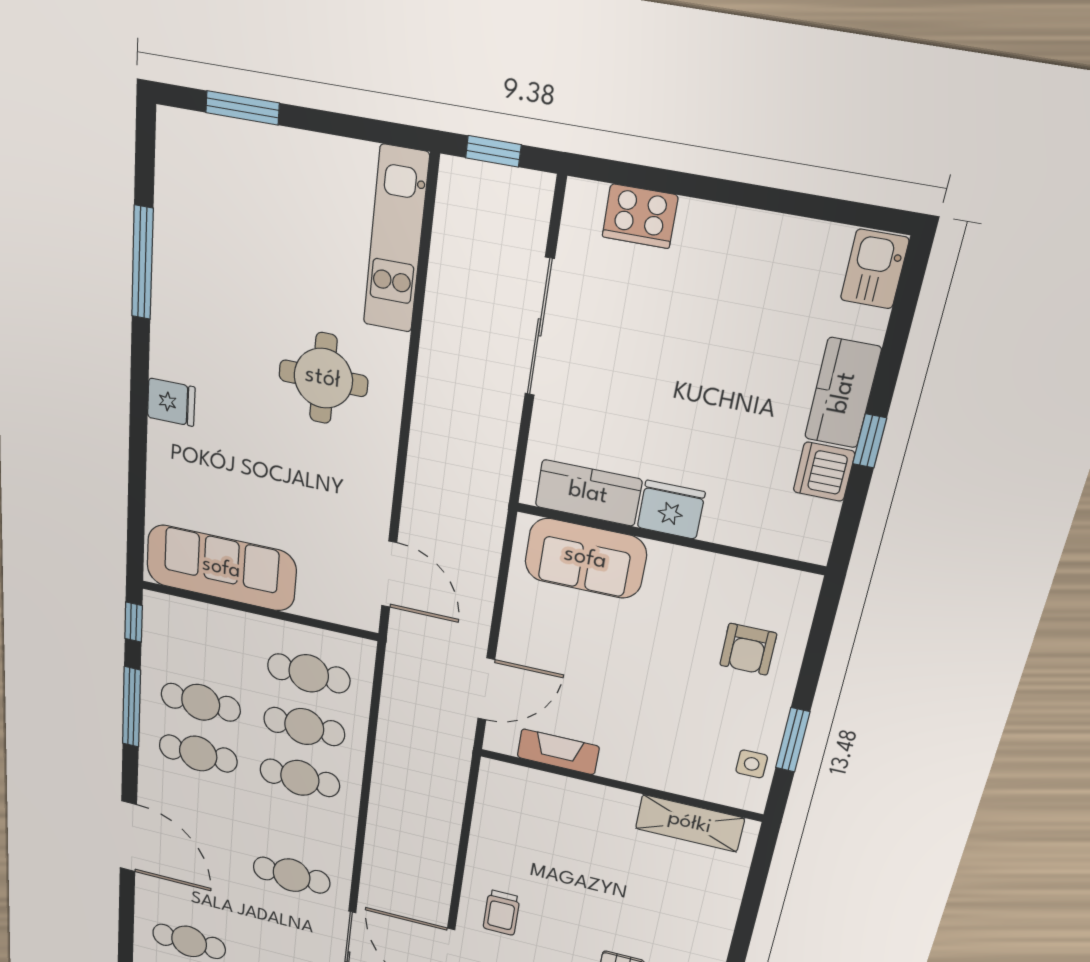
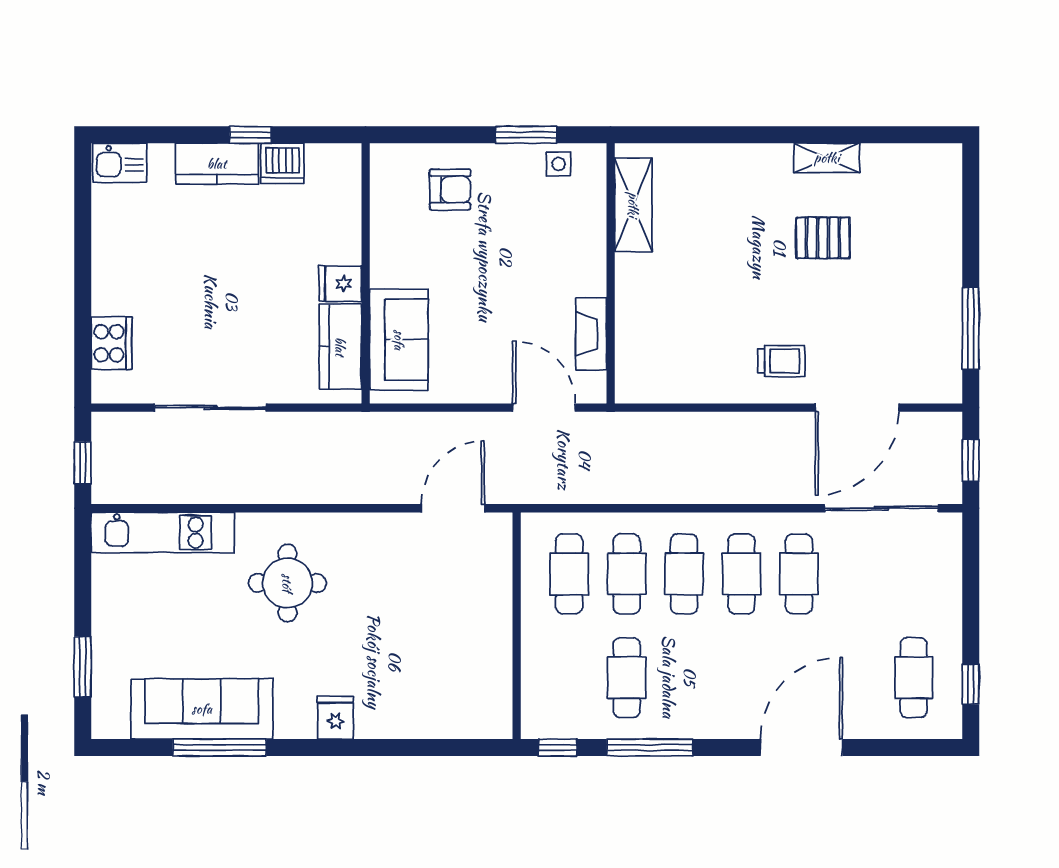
fridge: (671, 510) -> (340, 283), width x0.72
sofa: (221, 568) -> (202, 709), moved, turned 90
cafe table: (198, 754) -> (741, 574), moved

